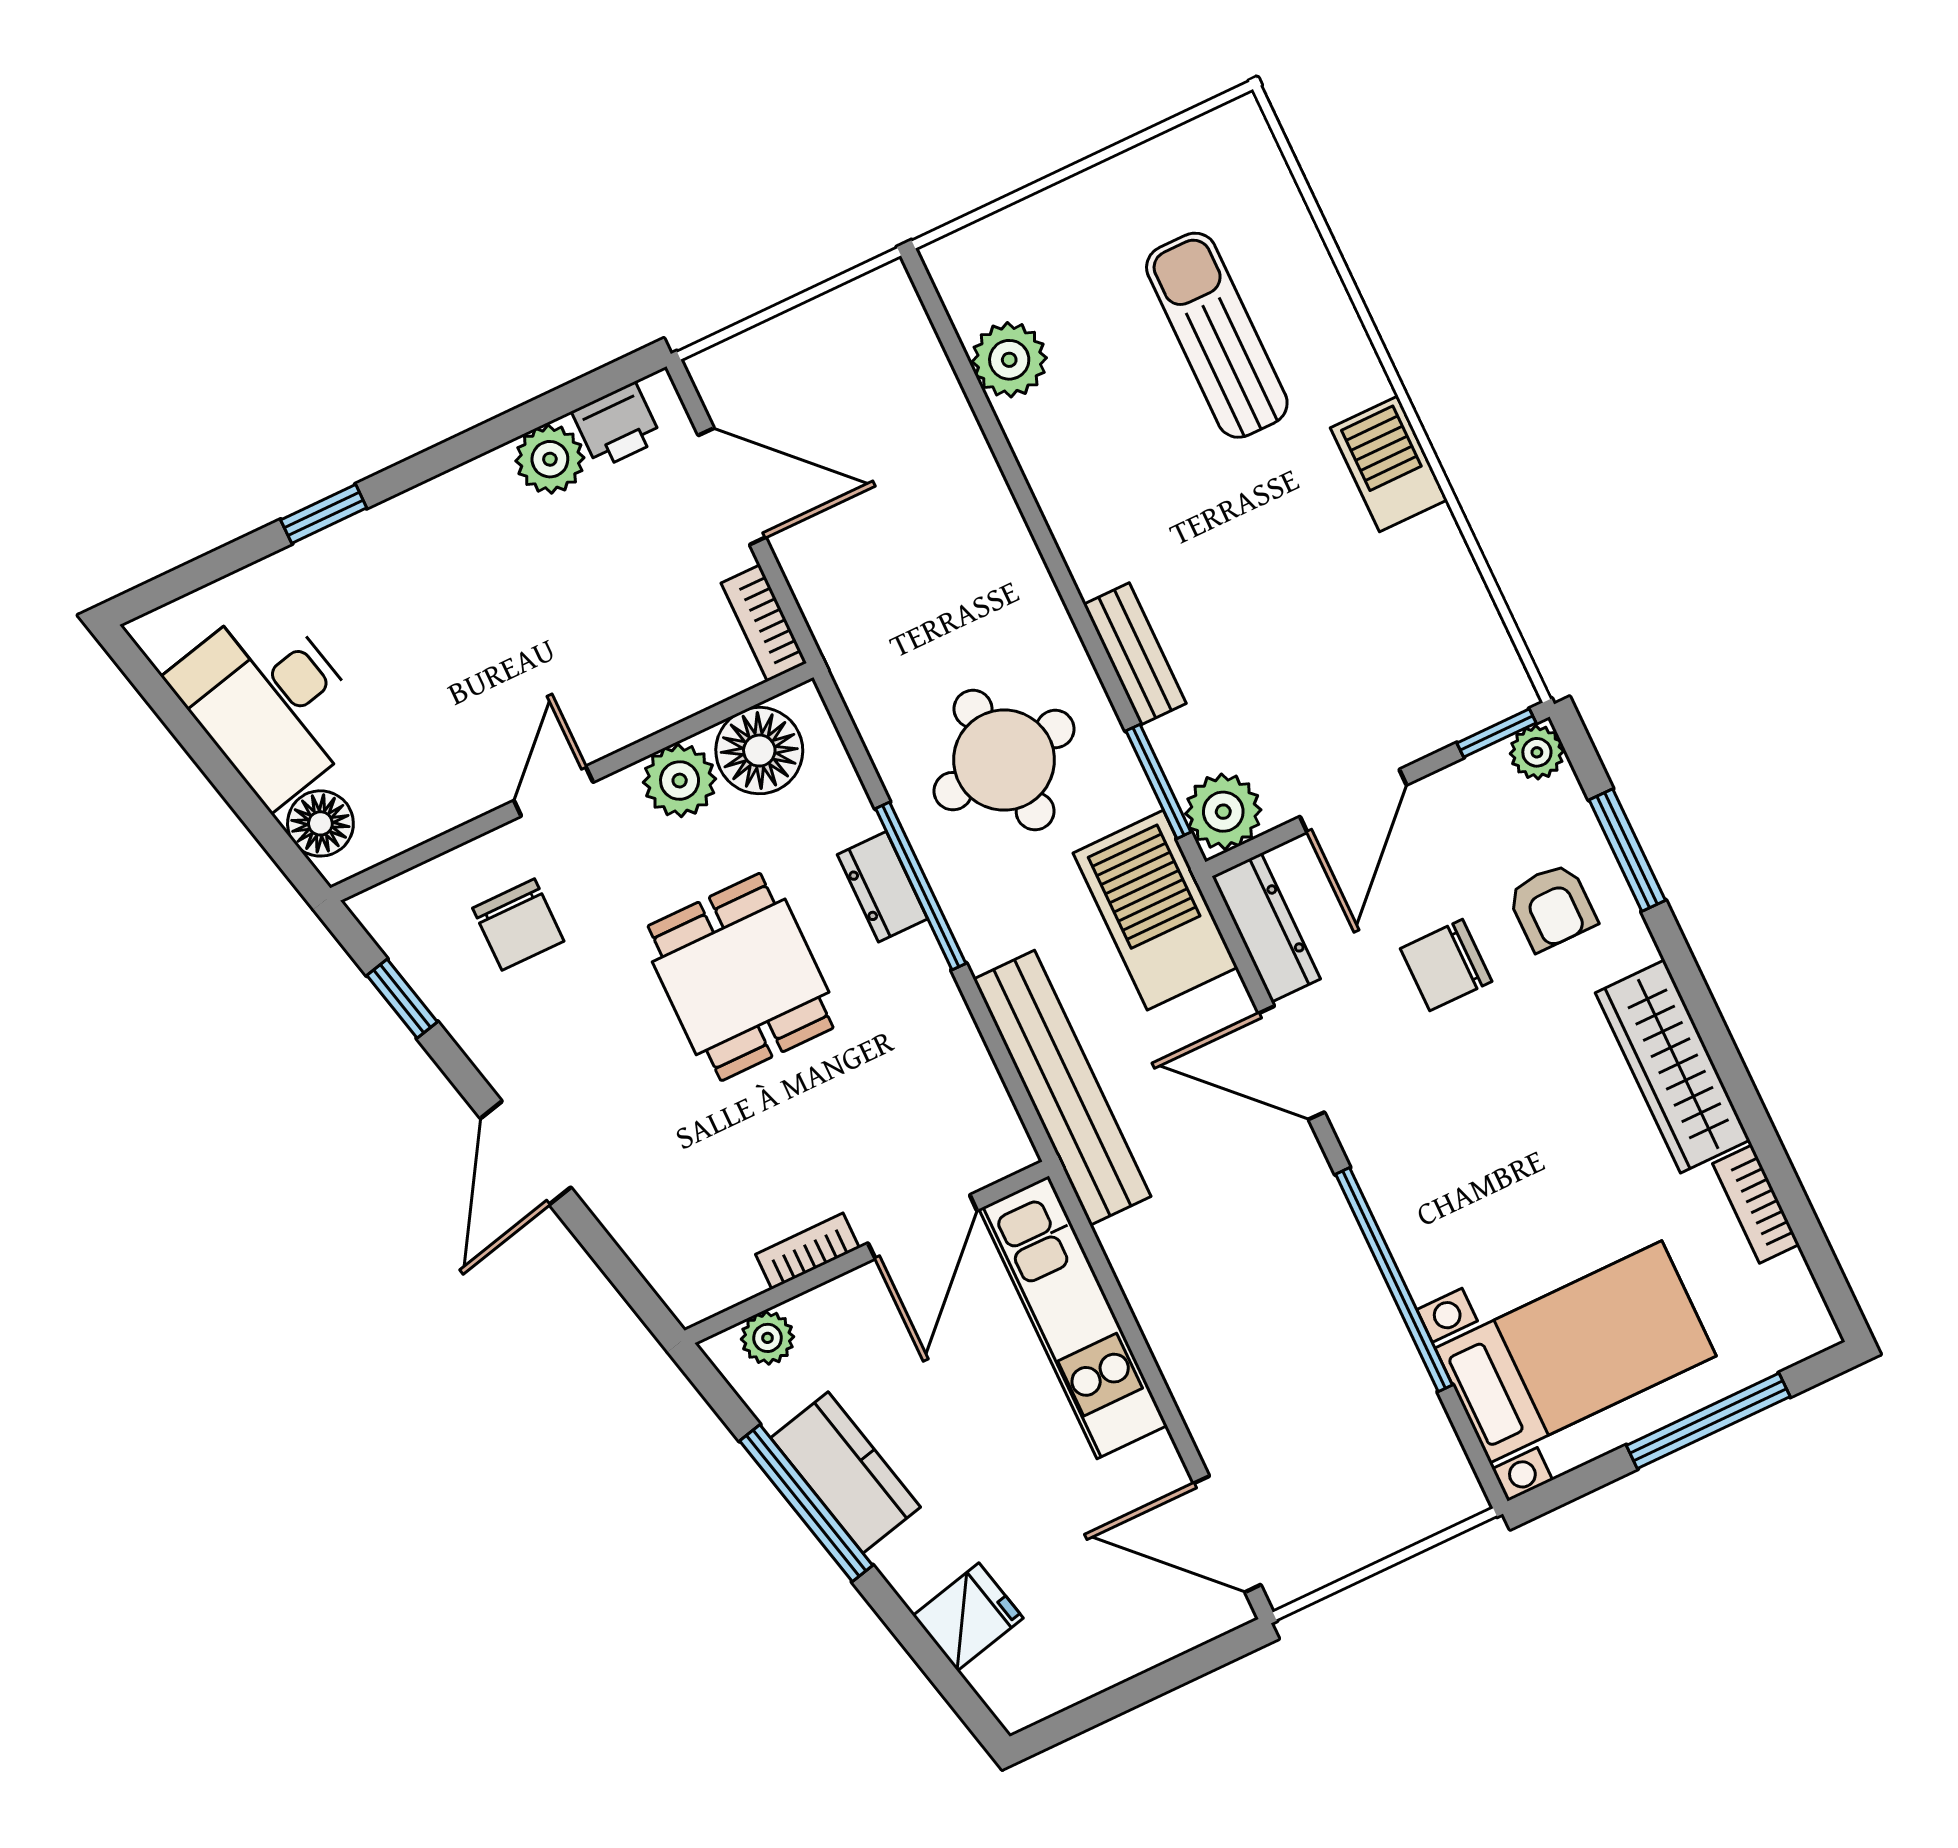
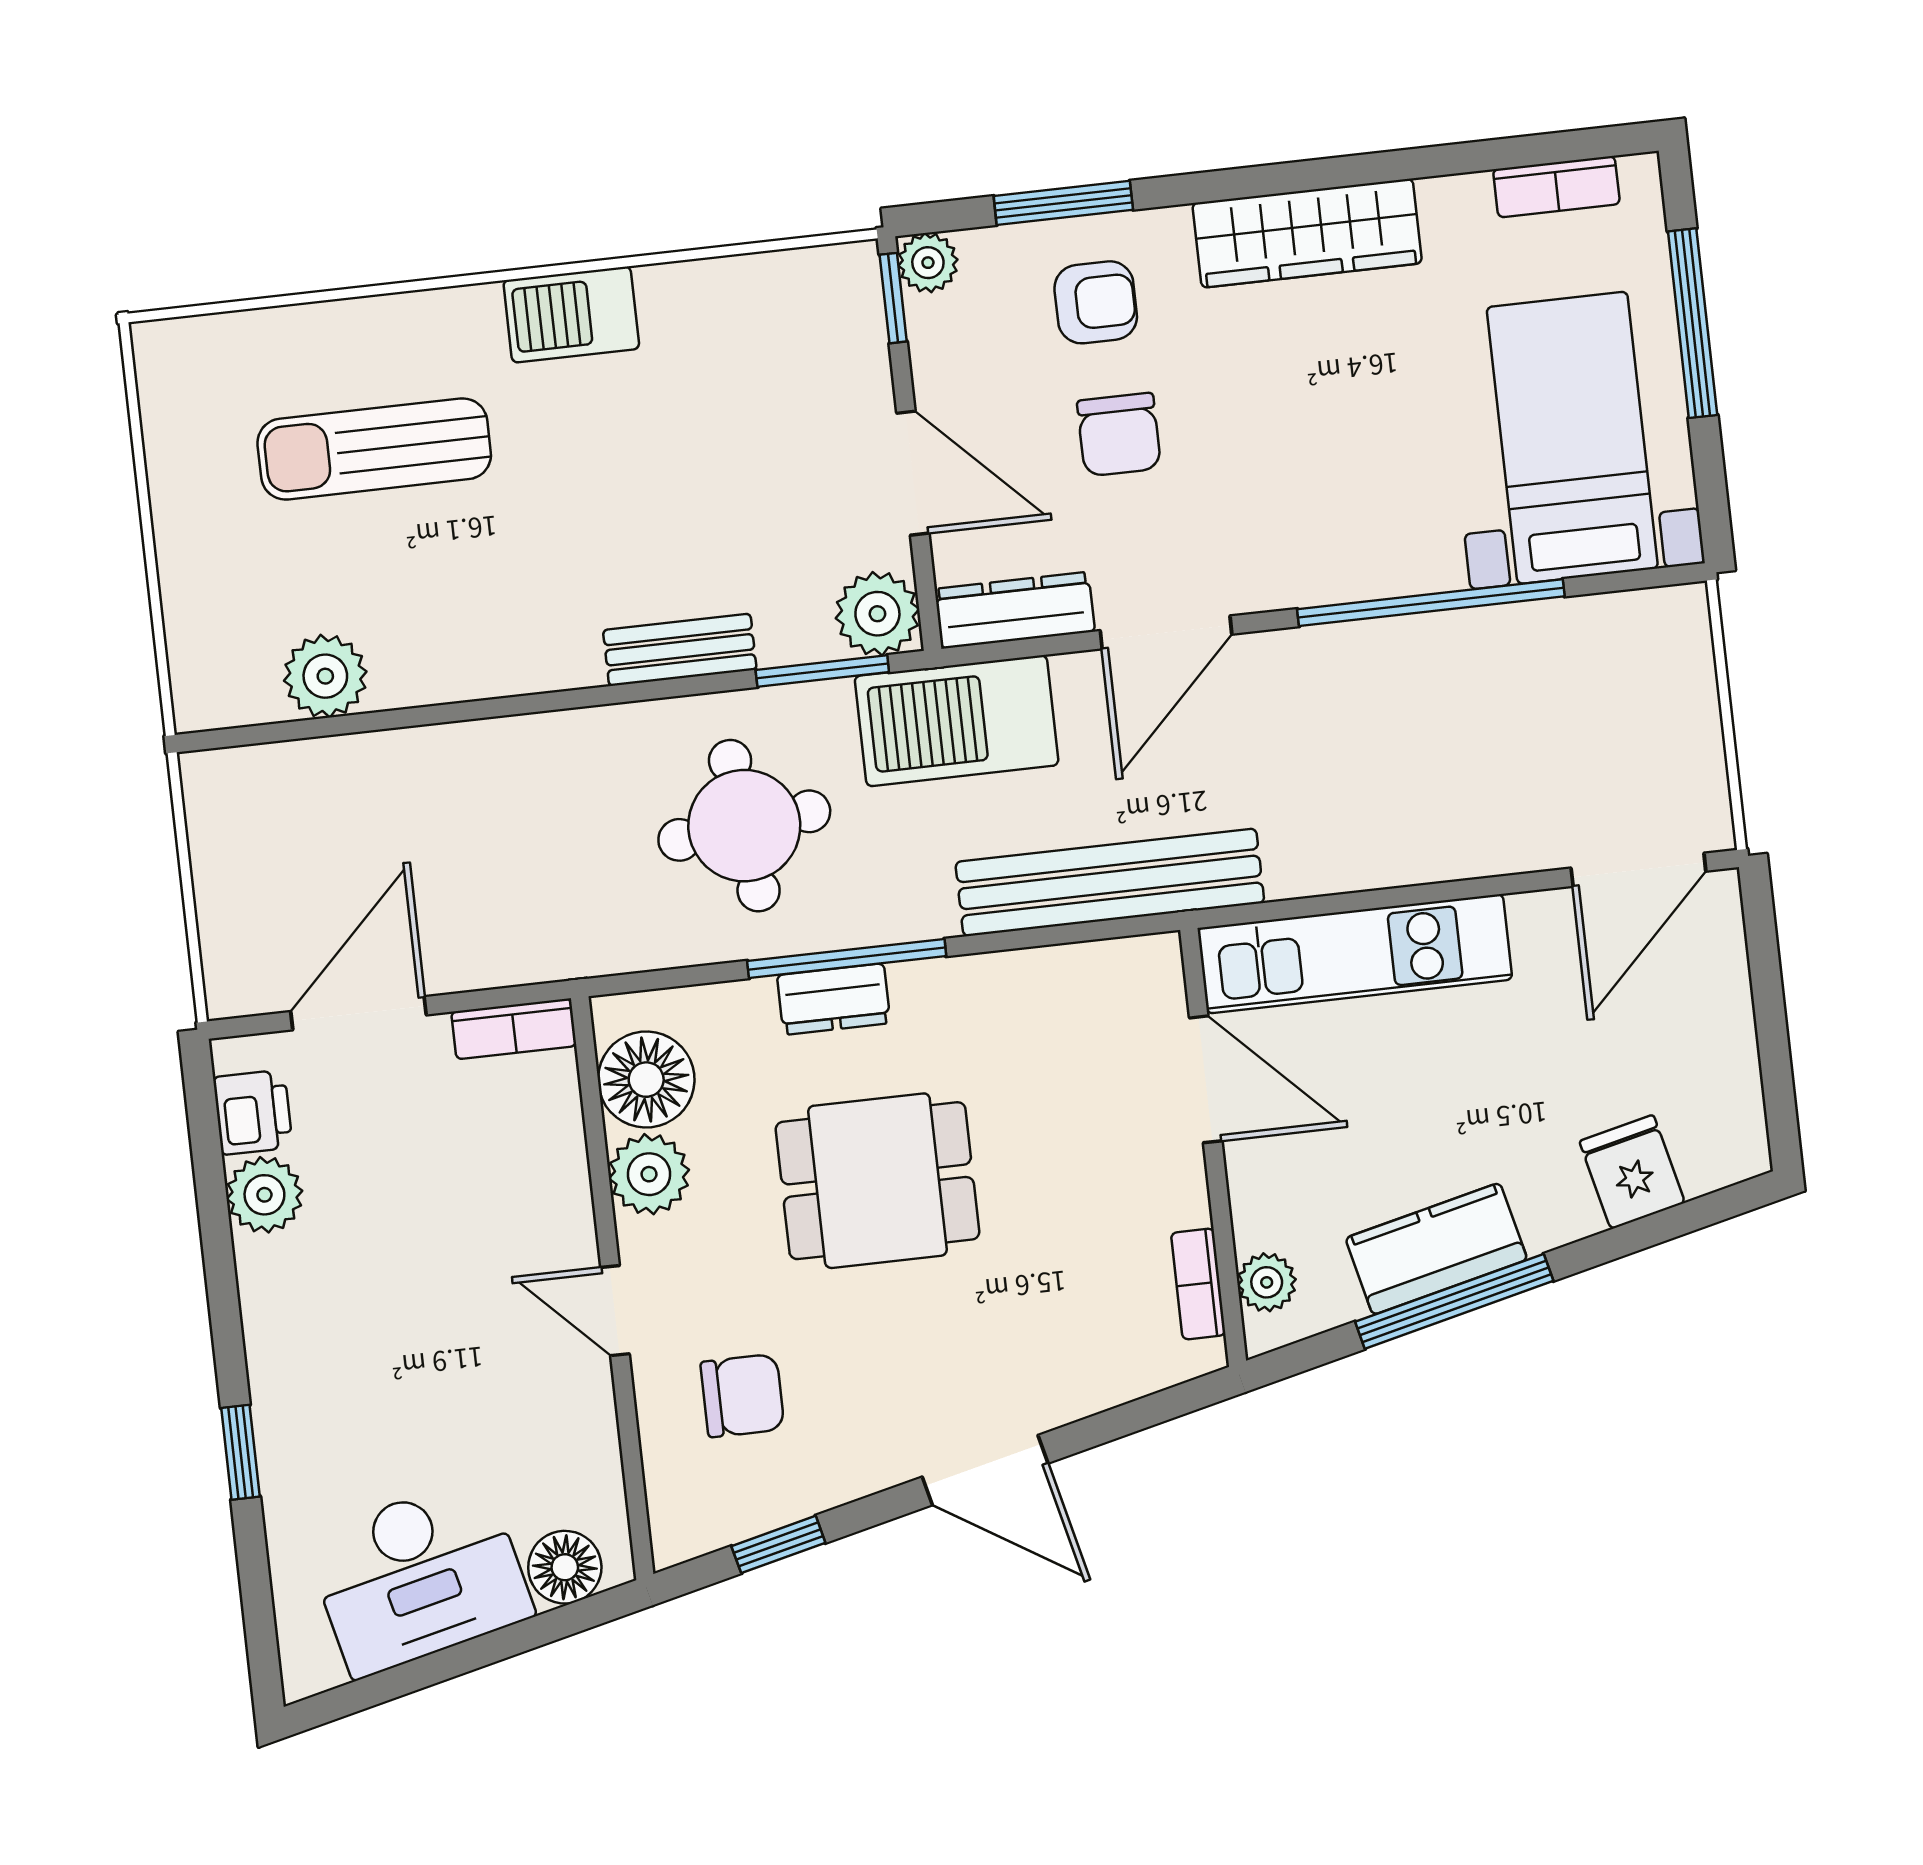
bookcase: (1756, 1204) -> (1556, 187), moved
bookcase: (807, 1251) -> (1198, 1284), moved

